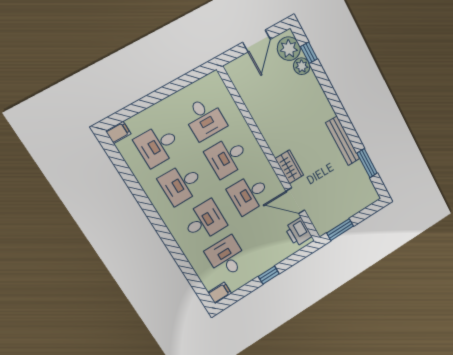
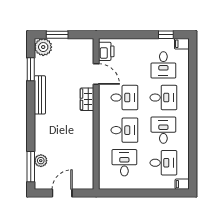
plant: (289, 49) -> (43, 47), moved
window: (309, 53) -> (31, 167), width x2.17
desk: (181, 184) -> (163, 130), turned -90
desk: (204, 221) -> (163, 98), turned 180
window: (340, 230) -> (57, 35), moved
window: (269, 275) -> (166, 35), moved

